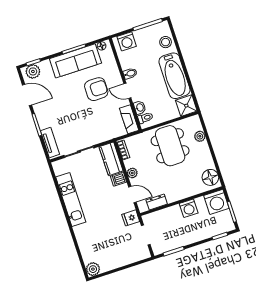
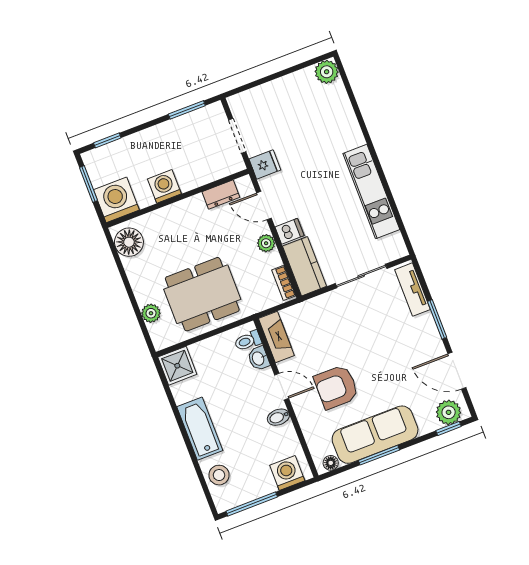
bathtub: (174, 76) -> (200, 429), width x0.73, depth x0.73
dining table: (170, 146) -> (202, 294), turned 90

